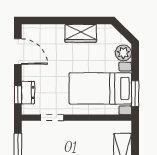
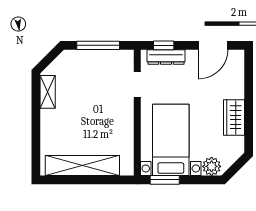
dresser: (28, 93) -> (166, 57), width x1.44

